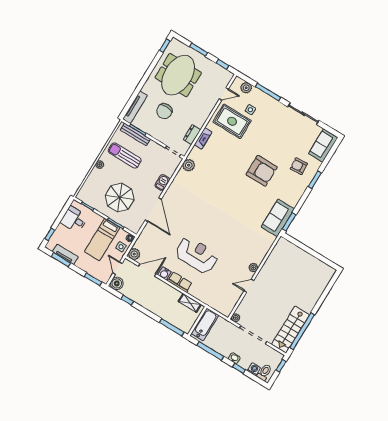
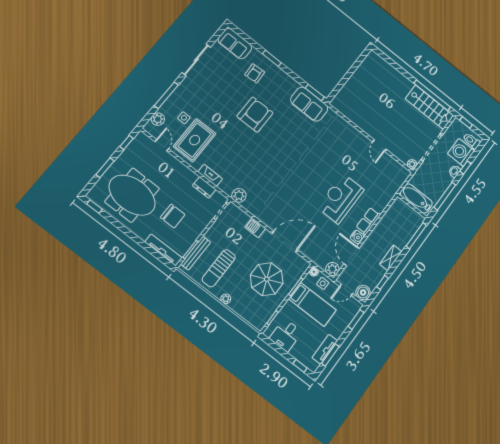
plant: (253, 268) -> (360, 138), removed
shelving: (190, 303) -> (391, 258), moved
washing machine: (254, 369) -> (461, 152), width x1.89, depth x1.89

